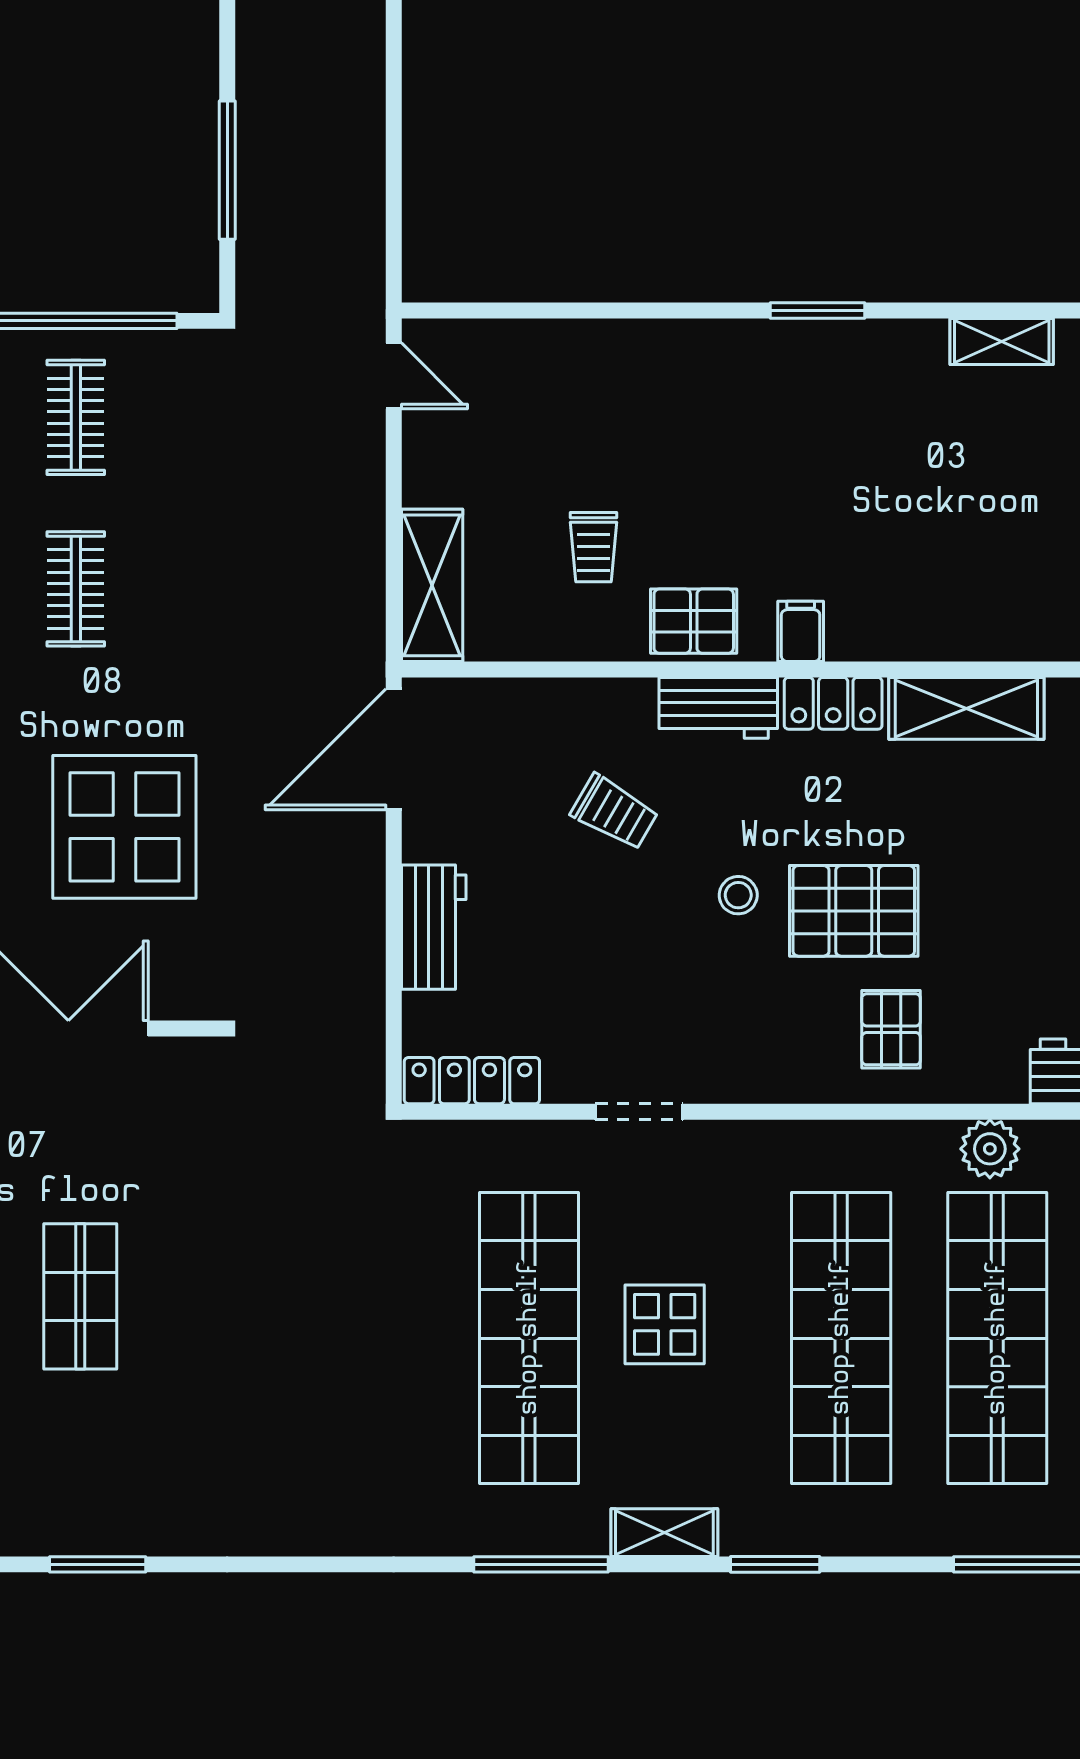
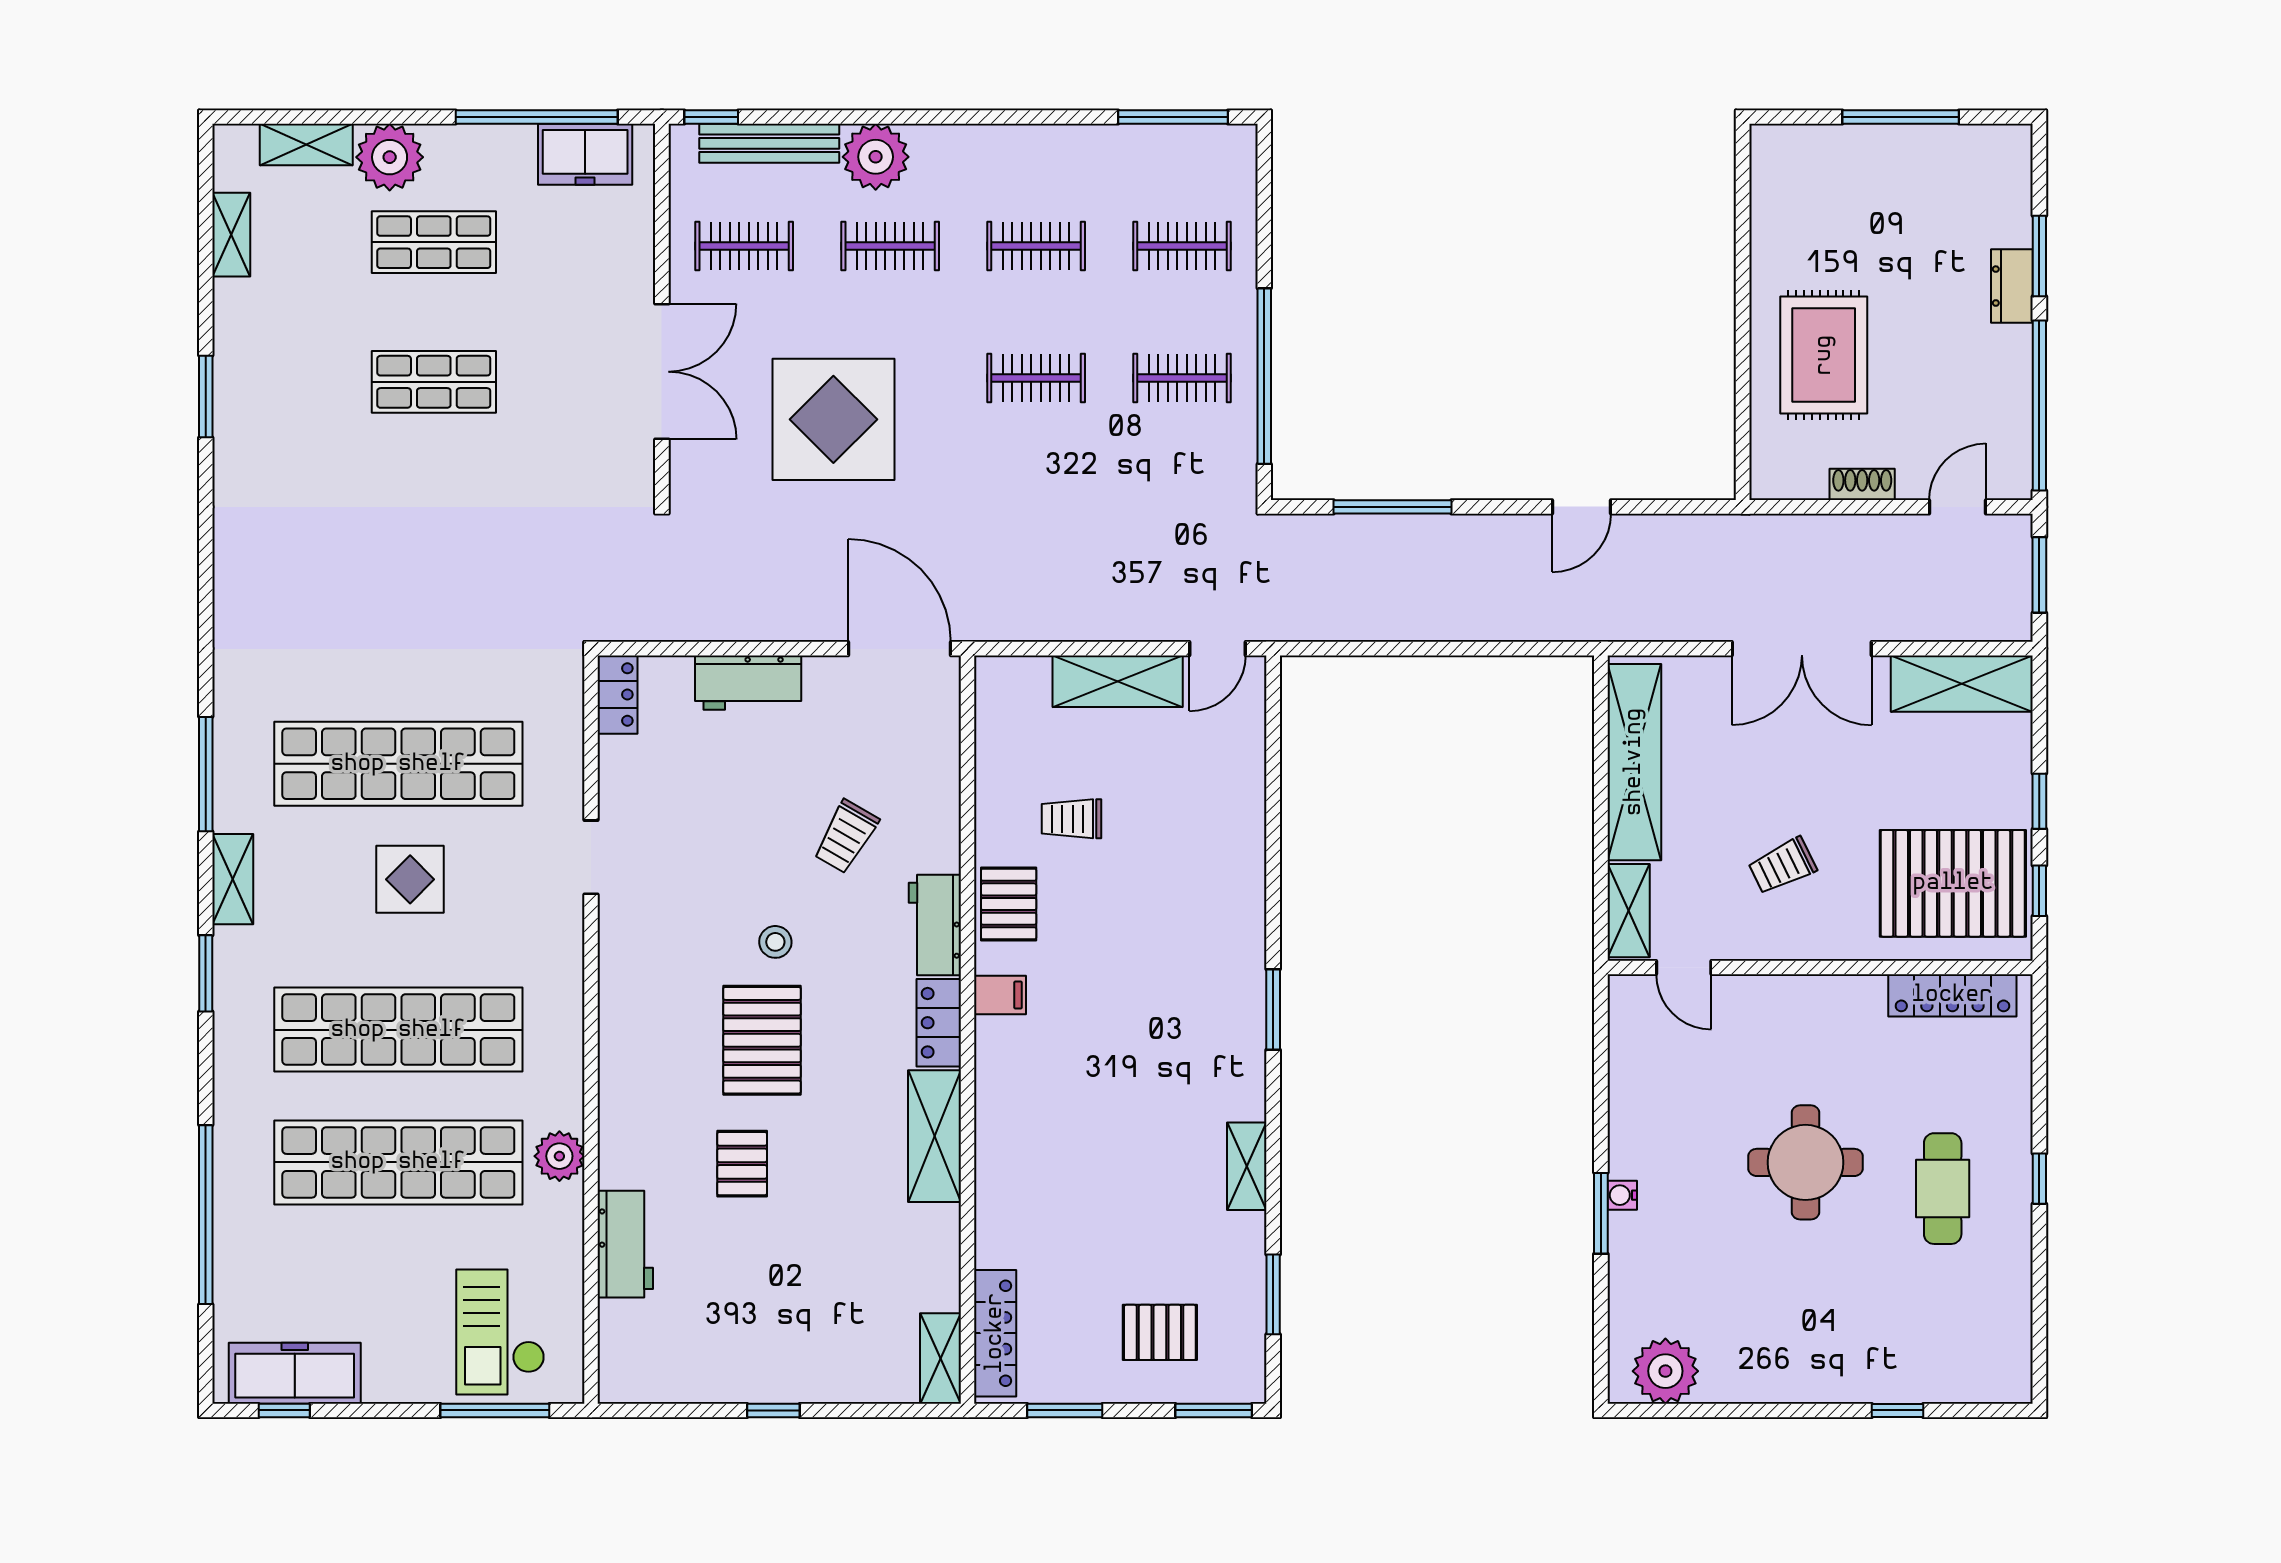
shelving: (432, 585) -> (1118, 681), moved
pallet: (891, 1029) -> (742, 1164), moved, turned 90
locker: (472, 1081) -> (617, 695), width x0.66

